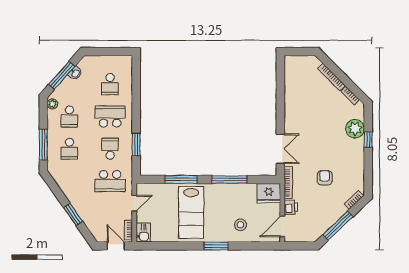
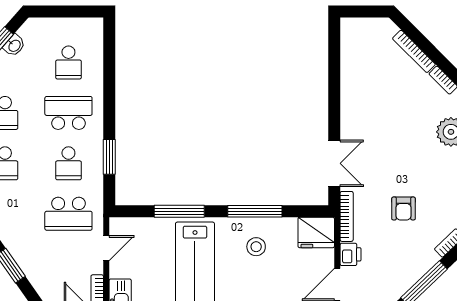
school desk: (110, 149) -> (68, 163), turned 180
armchair: (325, 178) -> (404, 209), turned 180
stool: (240, 225) -> (256, 247), moved

